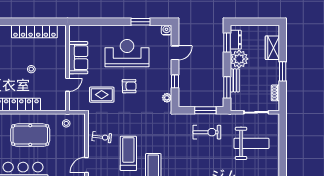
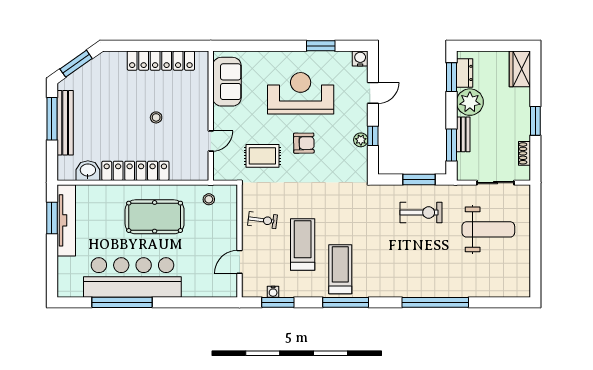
wardrobe: (272, 48) -> (520, 69), moved
sofa: (78, 58) -> (227, 82), moved
plant: (167, 98) -> (361, 140), moved

